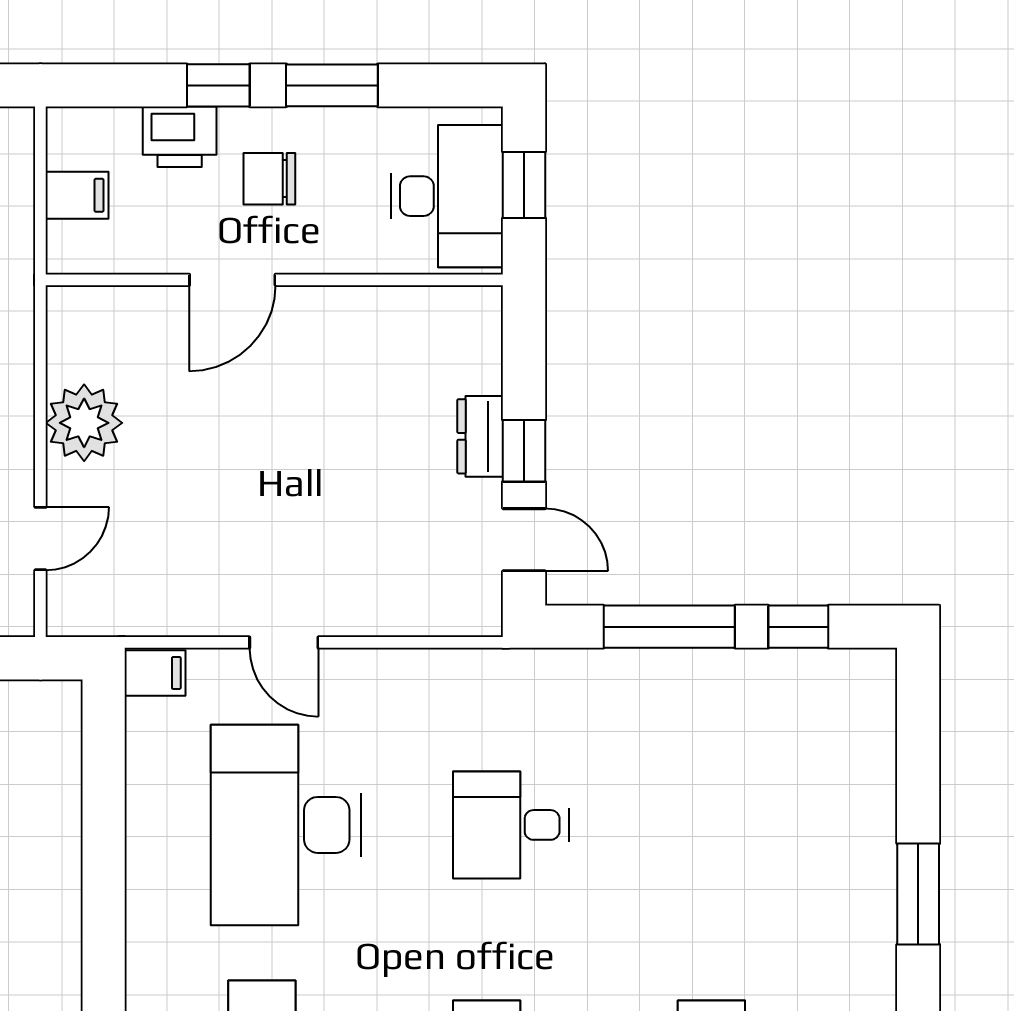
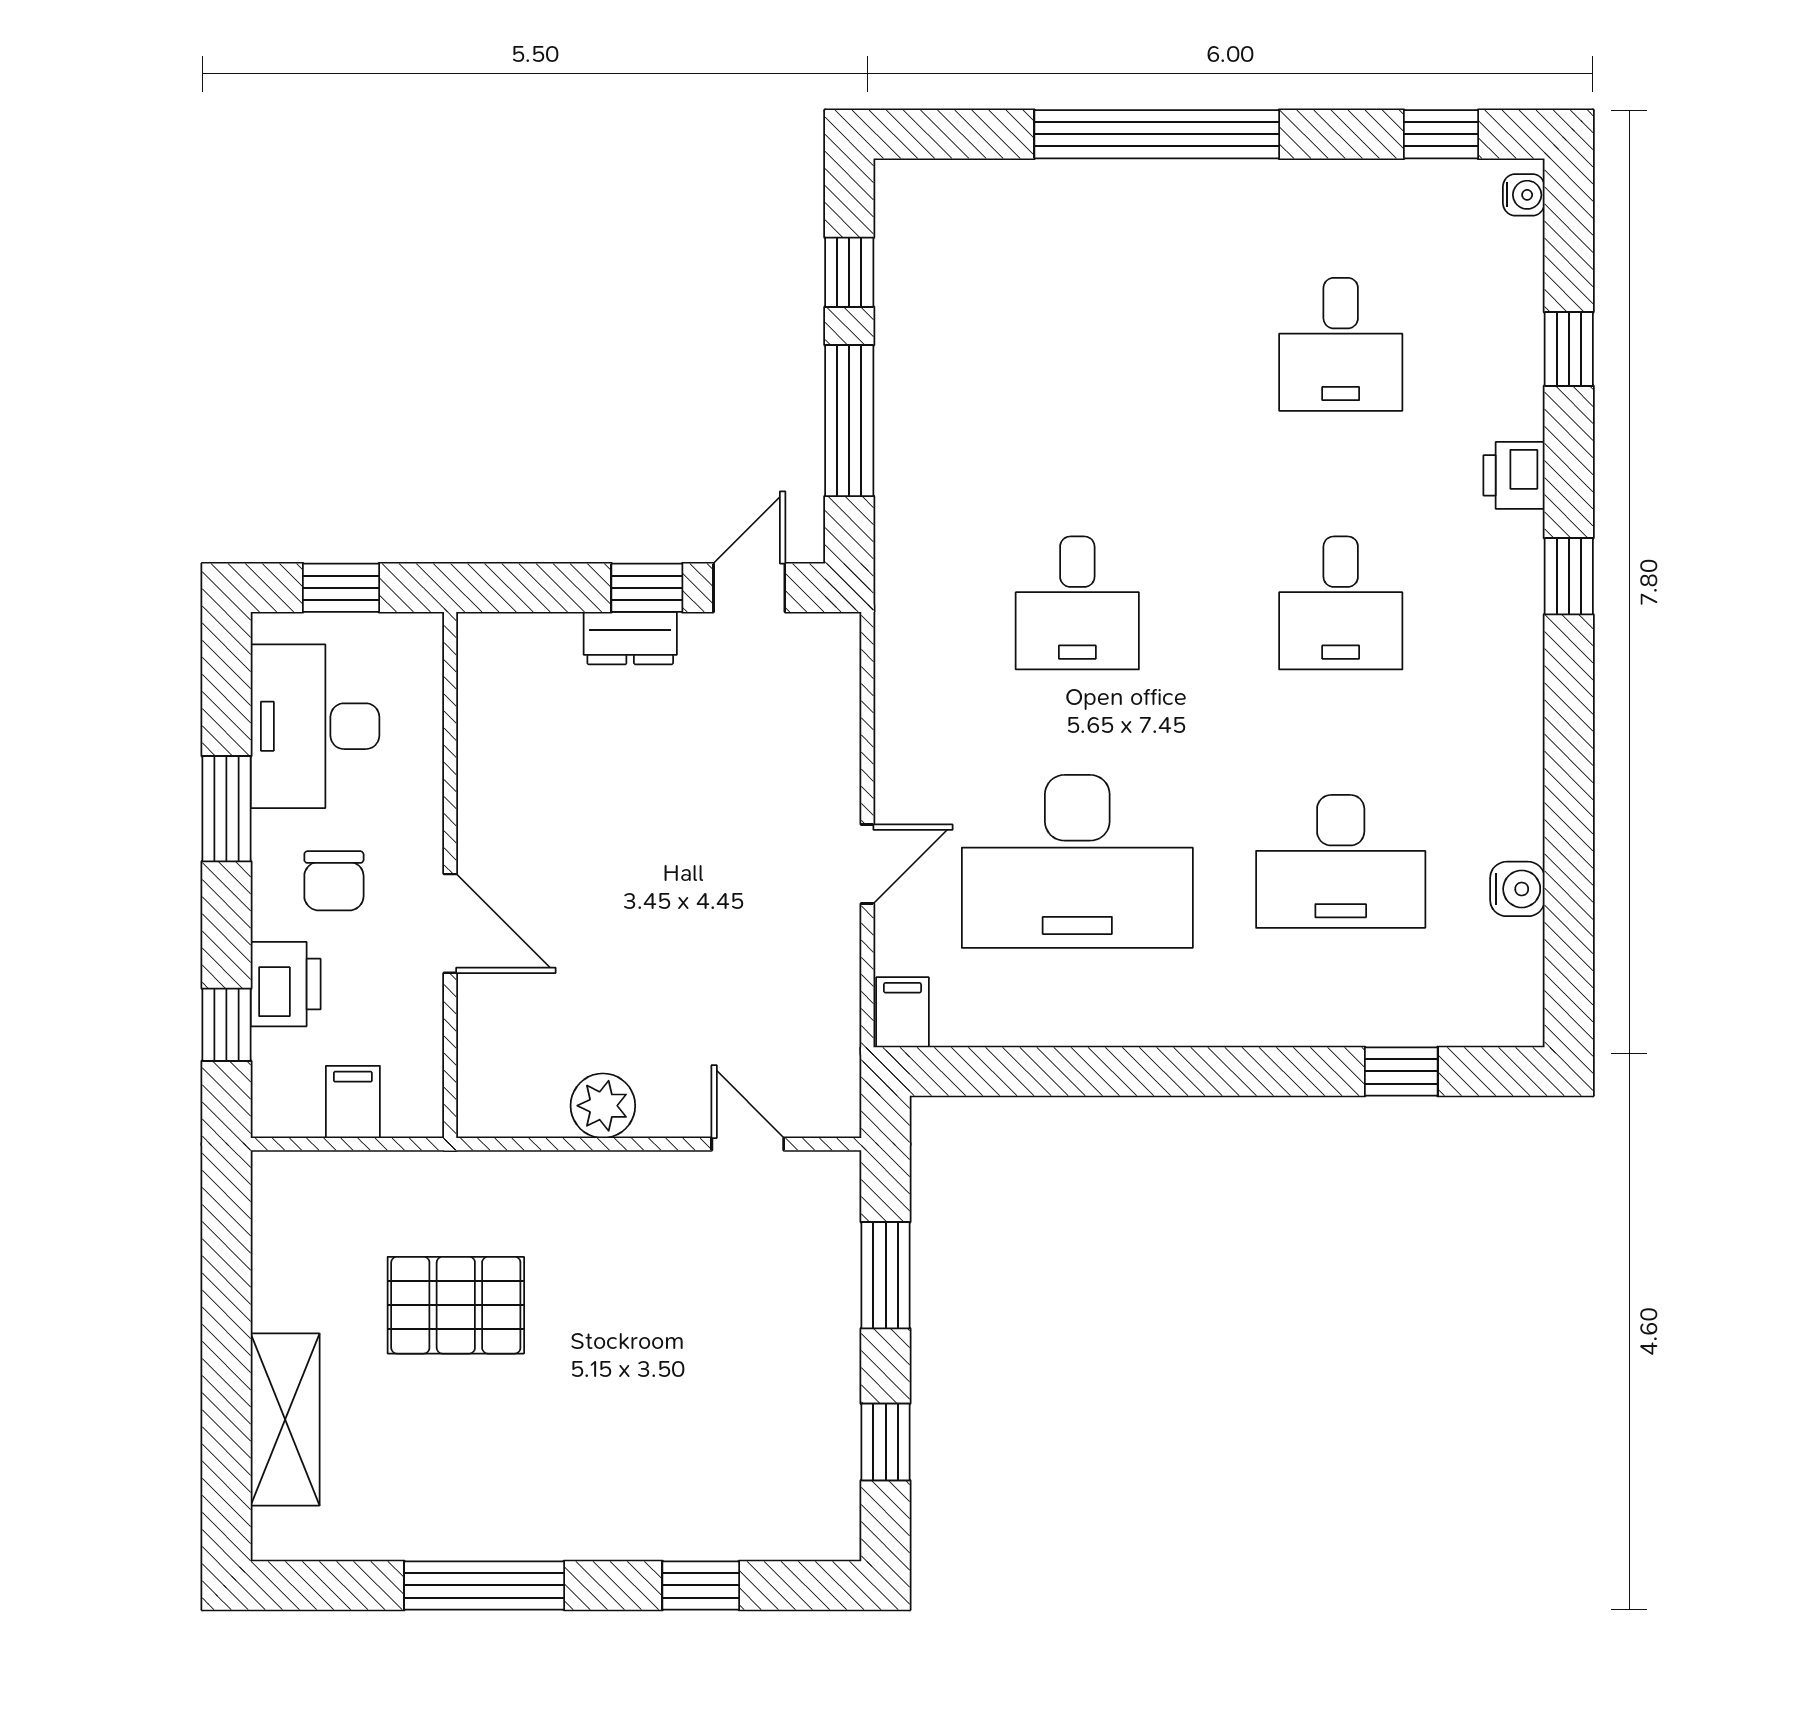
window: (218, 85) -> (226, 1025), moved
desk: (447, 196) -> (315, 726), moved, turned -90
plant: (84, 423) -> (603, 1106), width x0.73, depth x0.73
window: (918, 894) -> (1157, 134), width x2.11

